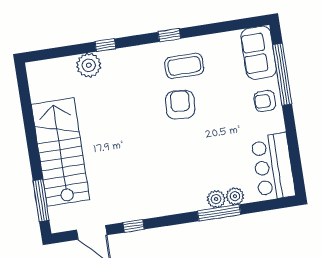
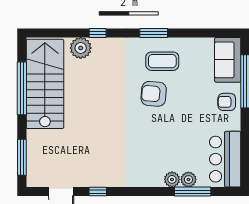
window: (169, 35) -> (154, 33), width x1.50
armchair: (180, 105) -> (154, 94), turned -90
window: (29, 122) -> (22, 88), added
stairs: (60, 152) -> (45, 84), moved
window: (219, 213) -> (193, 192), moved

